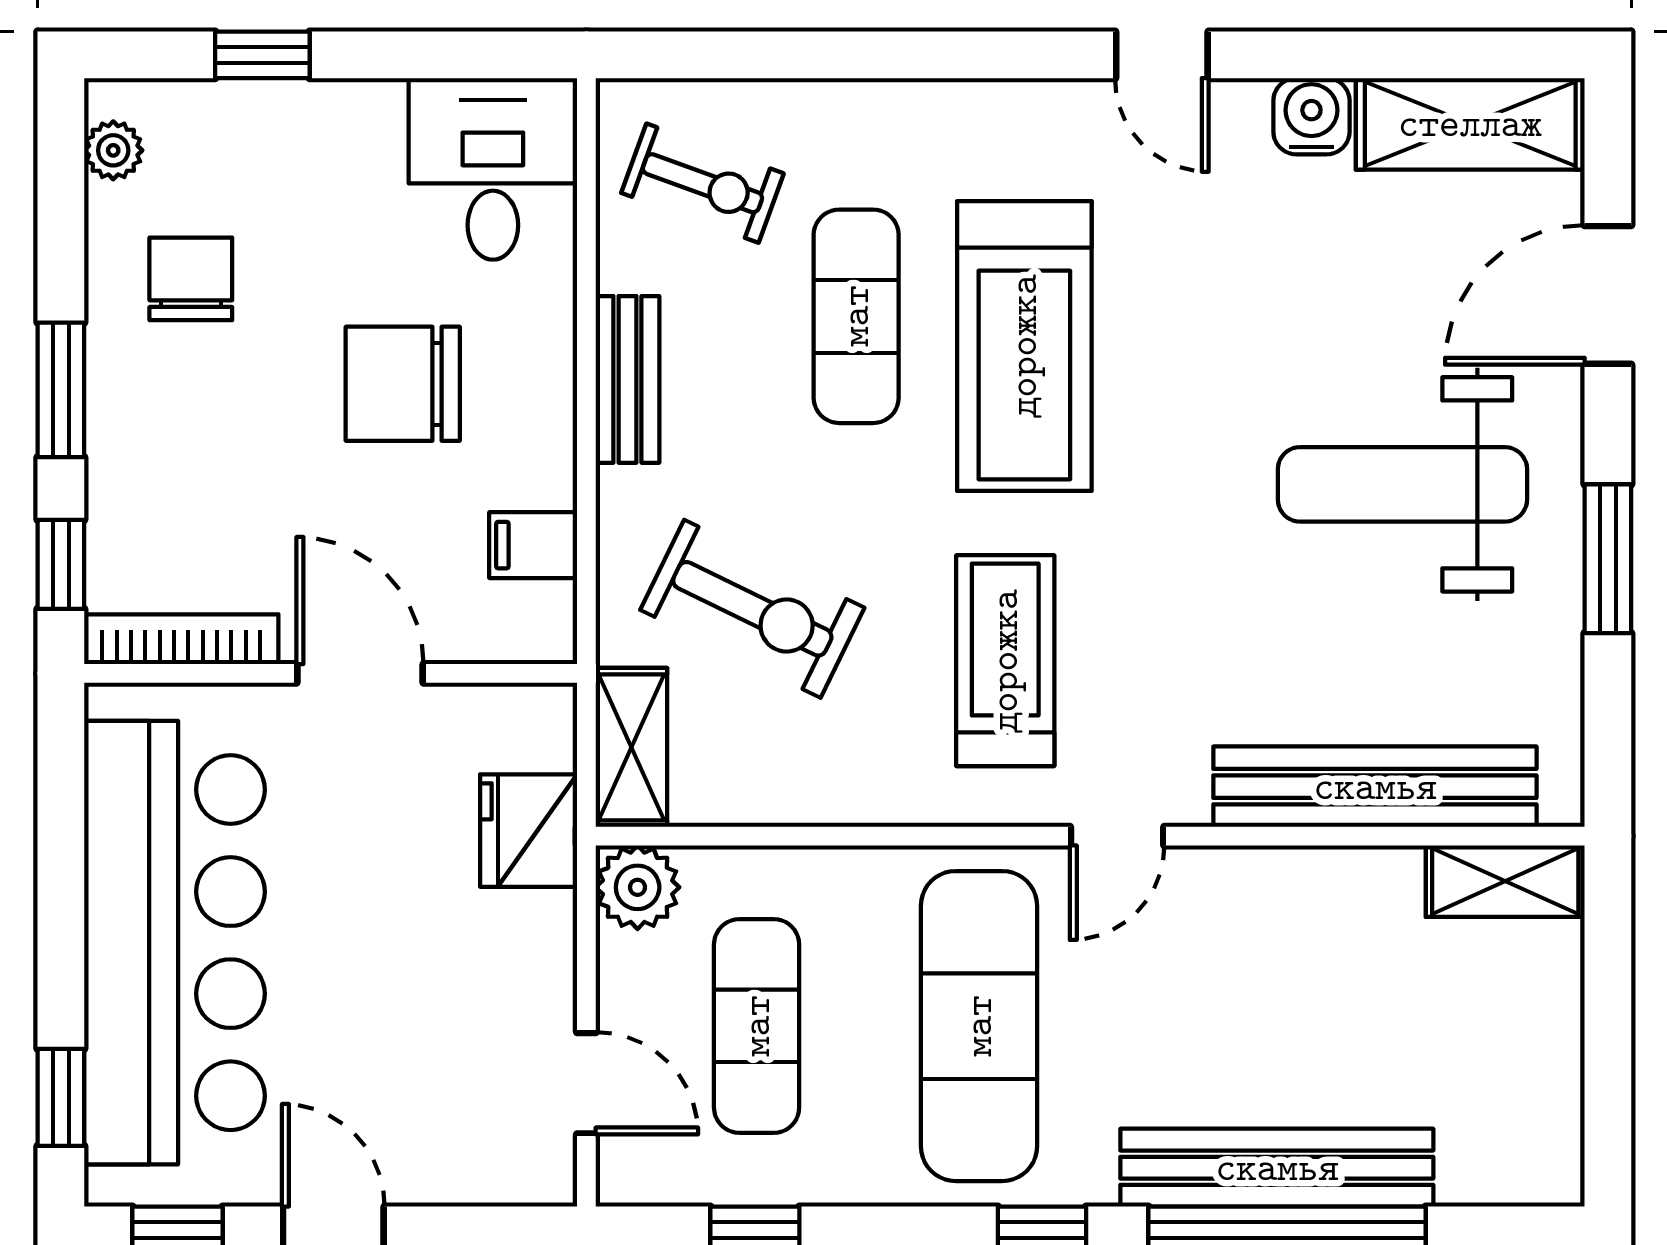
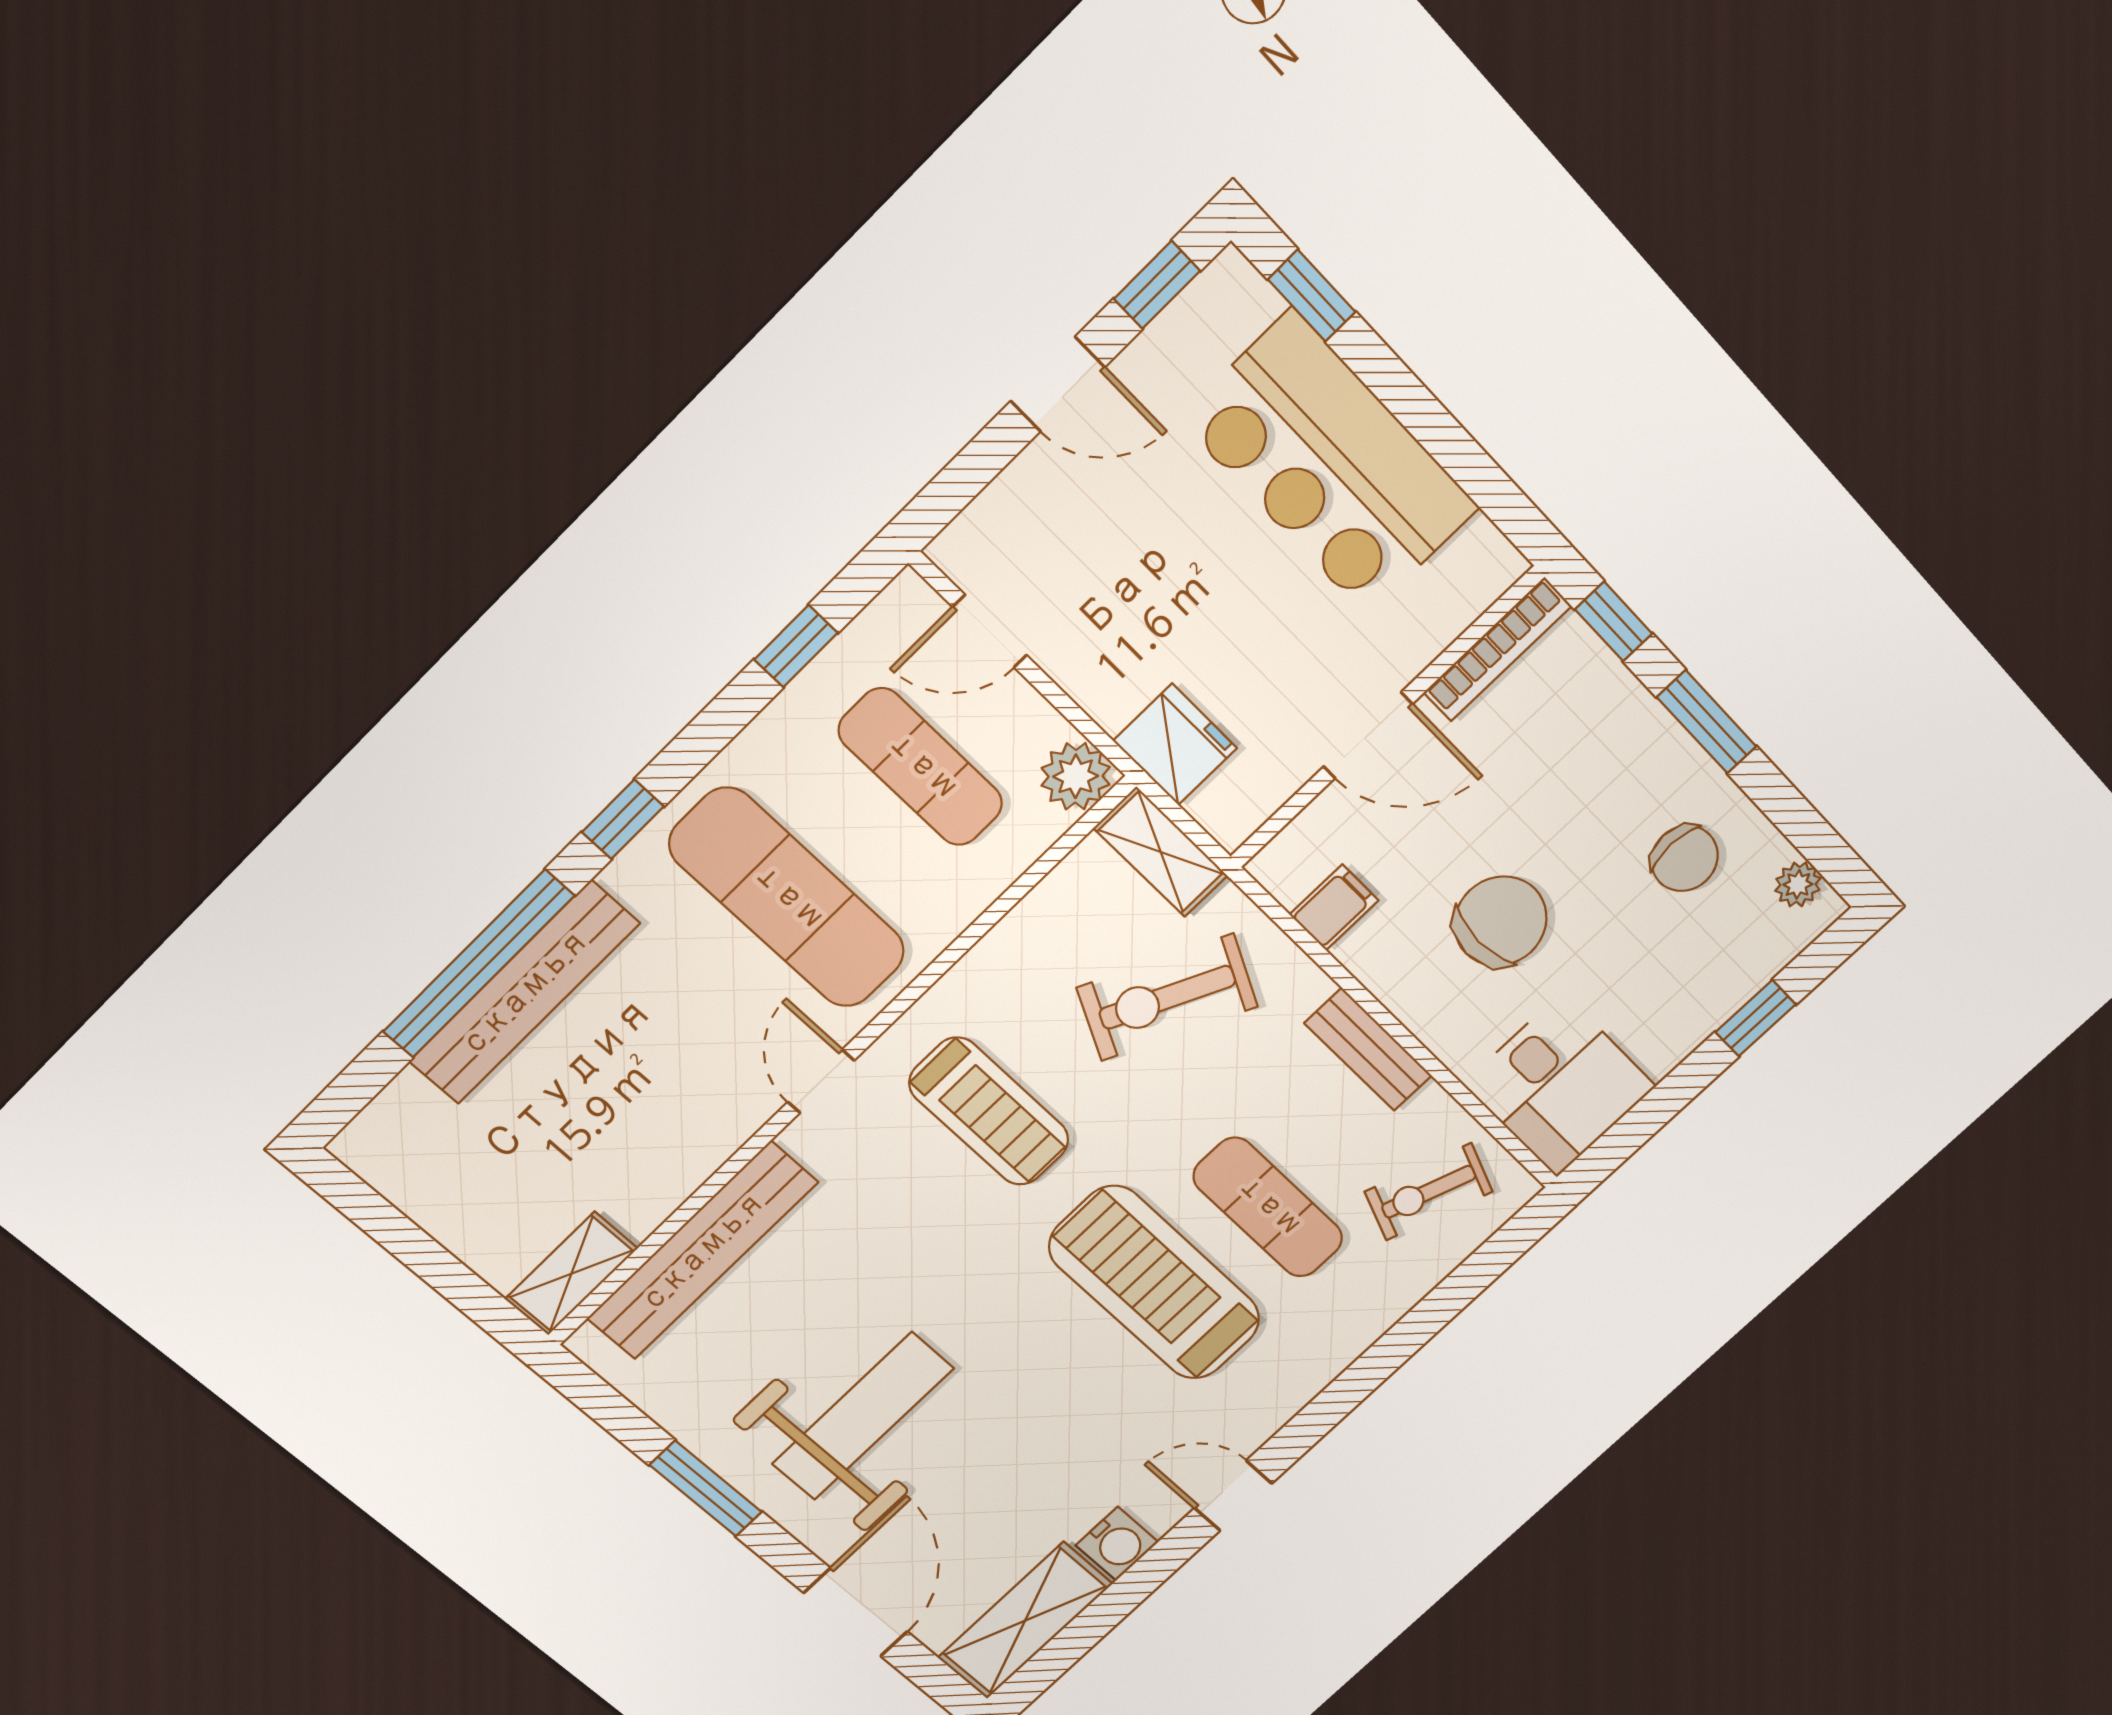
bar counter: (174, 943) -> (1330, 464), width x0.73

